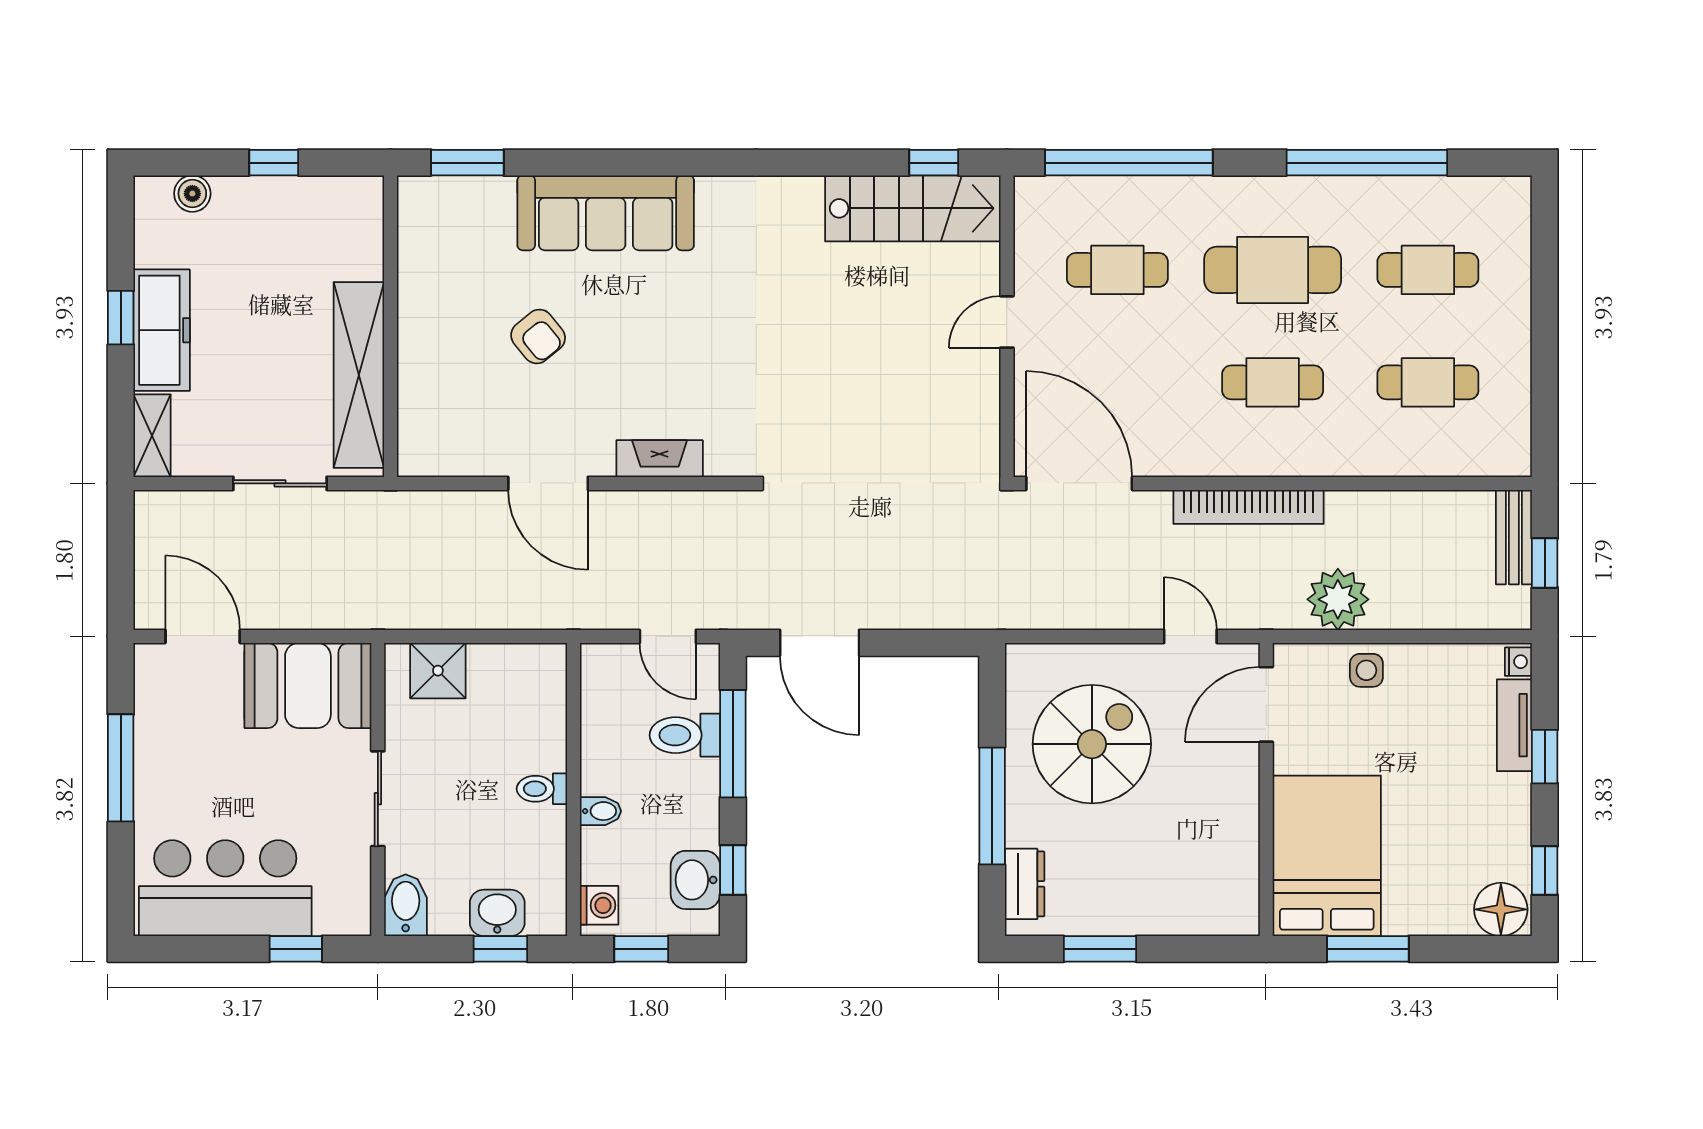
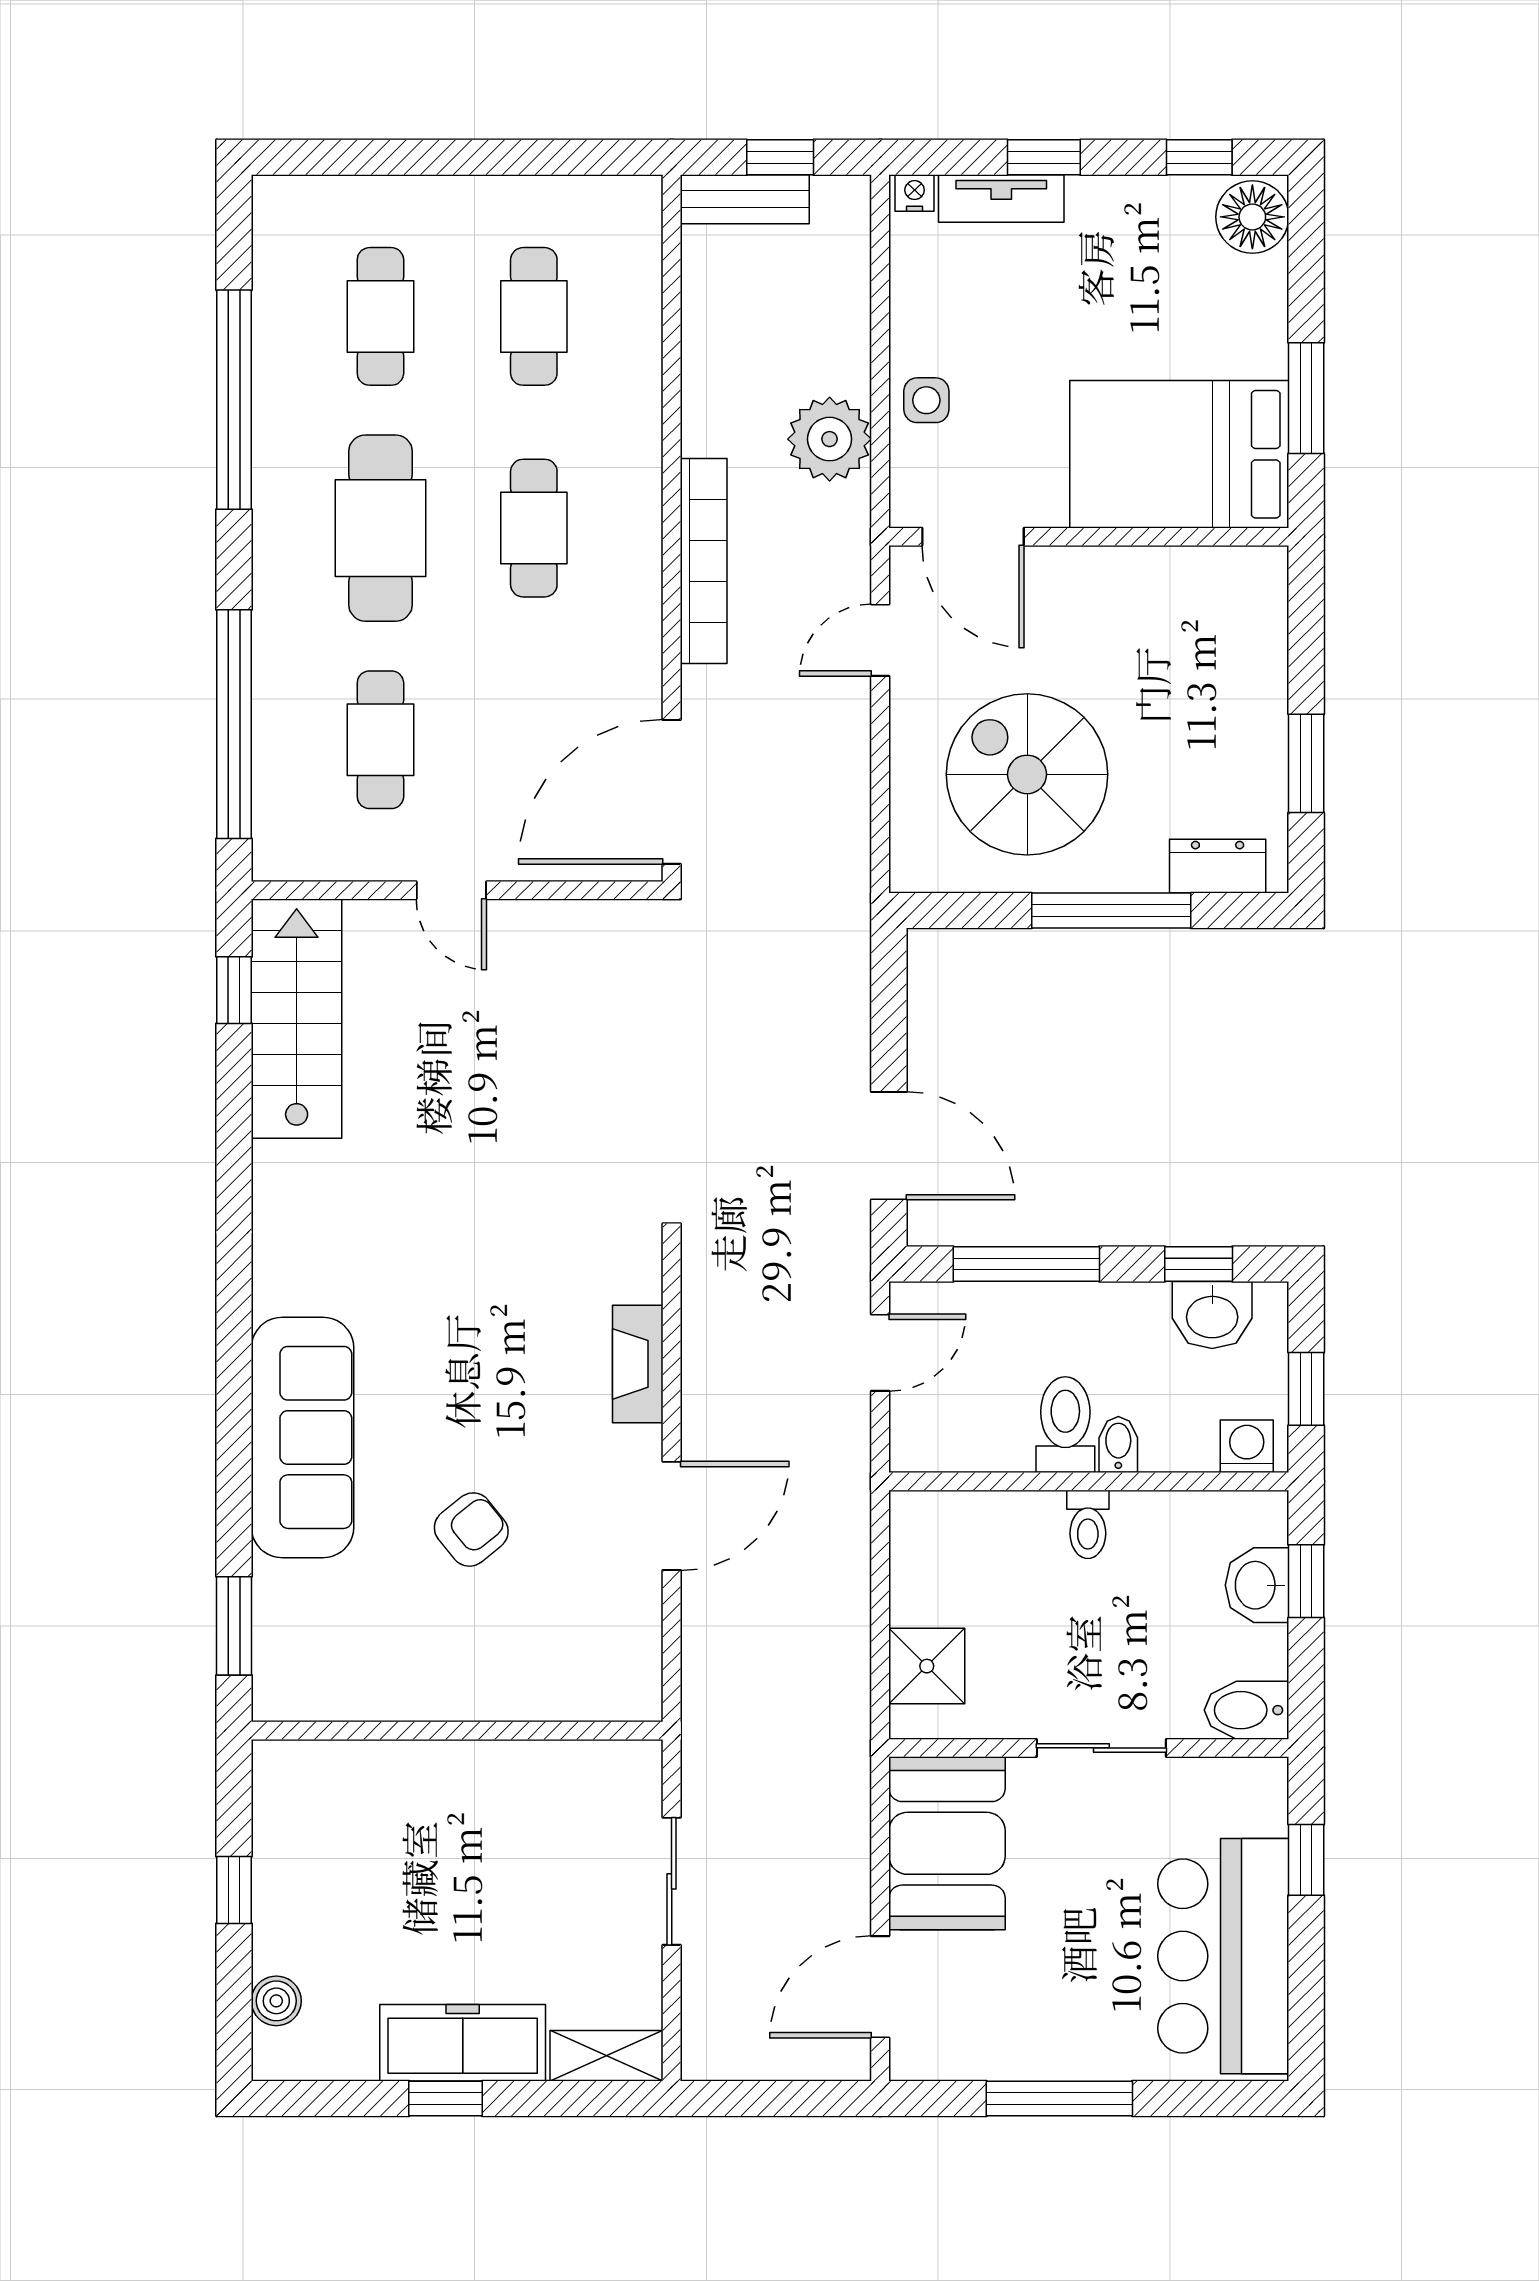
shelving: (359, 375) -> (524, 1774), removed
door: (820, 643) -> (889, 1146), hinge flipped
toilet: (685, 735) -> (1065, 1425), moved, turned 180

